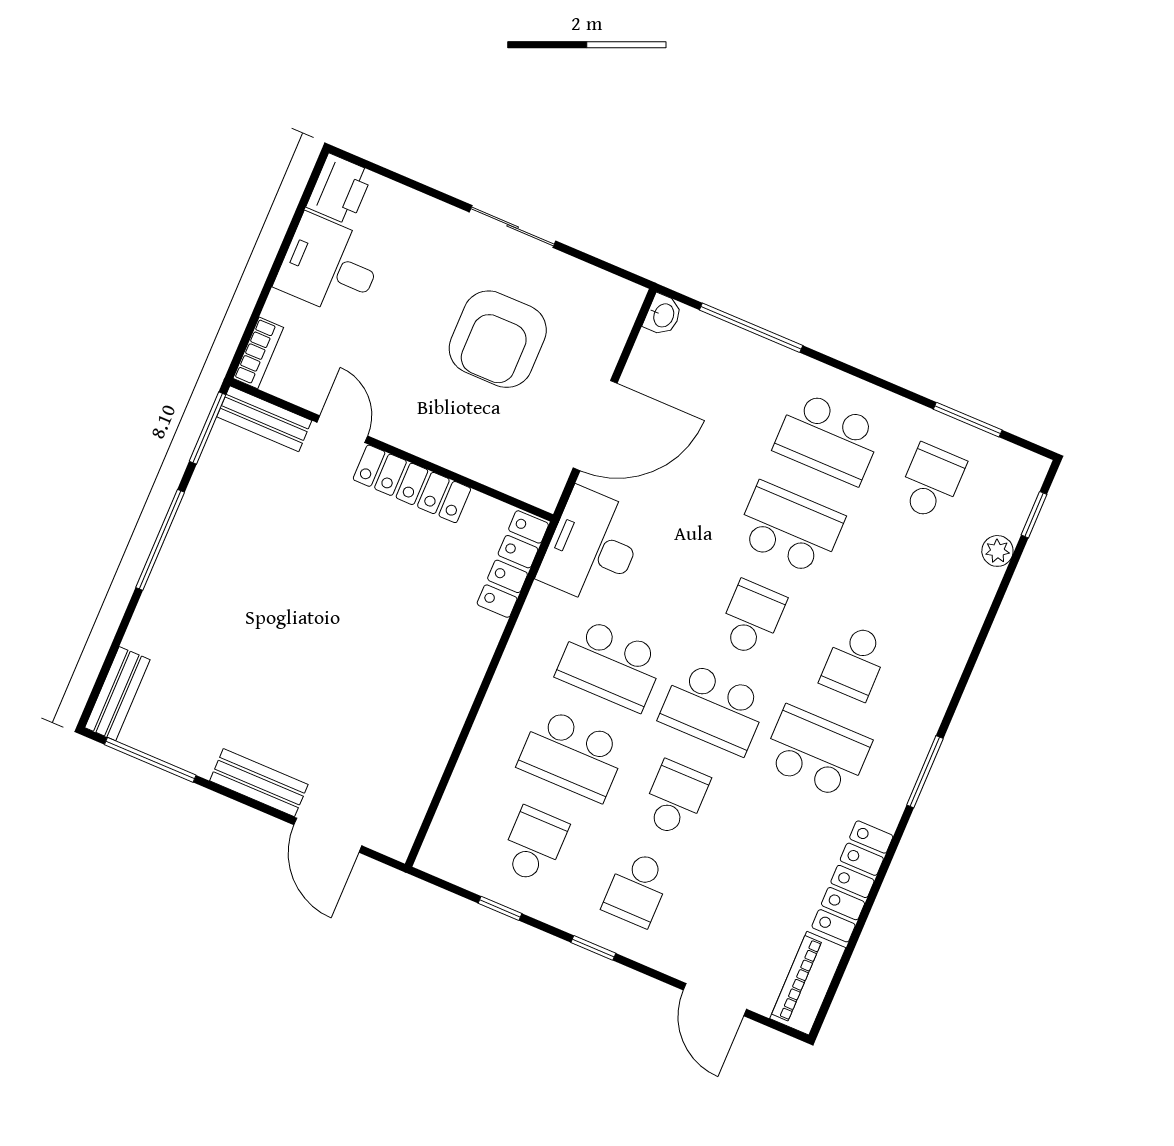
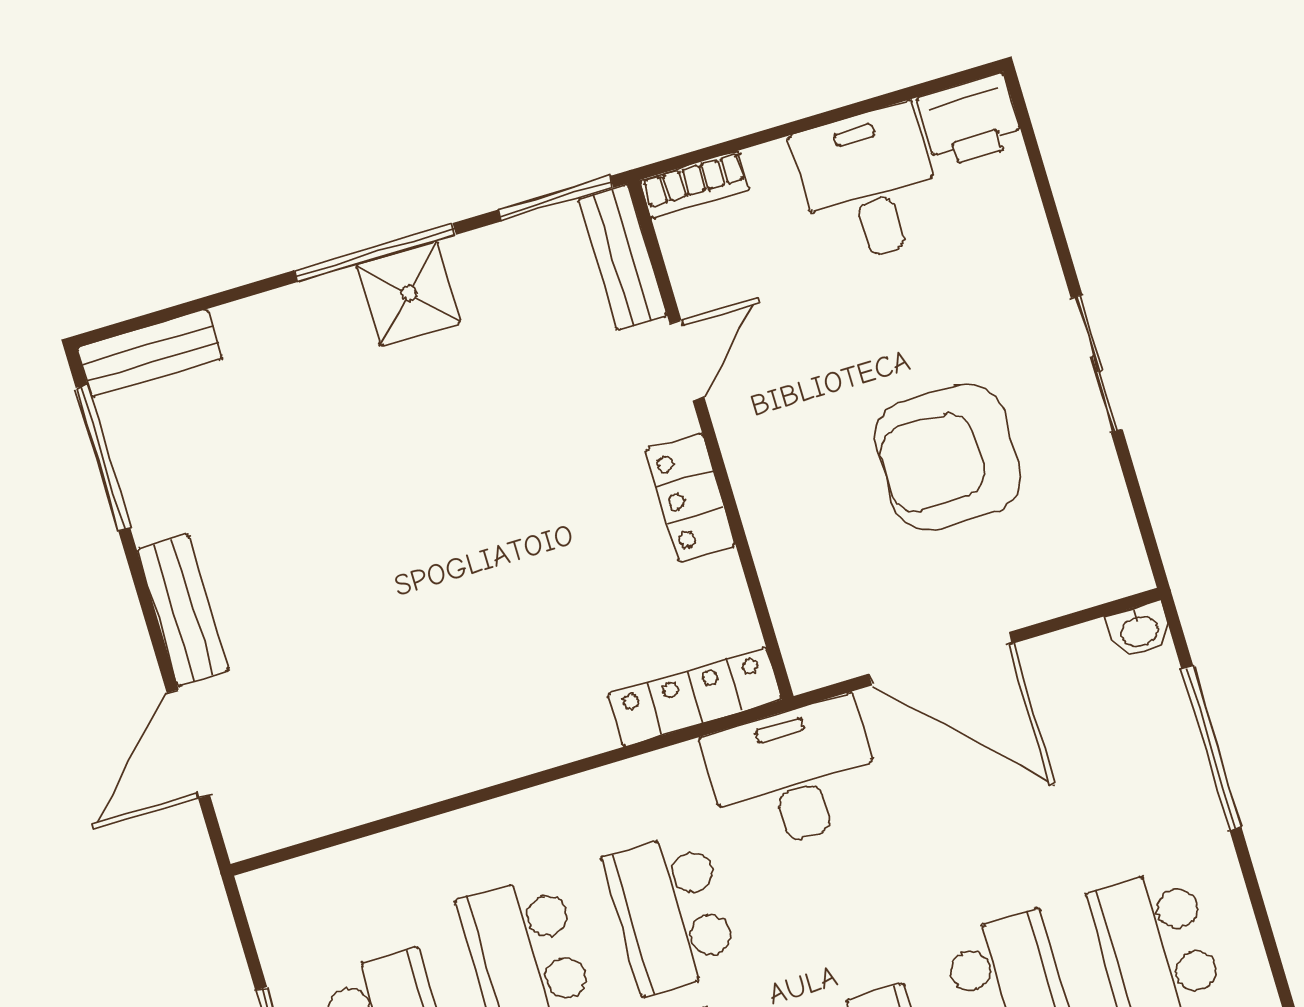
locker: (412, 484) -> (690, 498), width x0.66
shower: (194, 540) -> (409, 293), added

